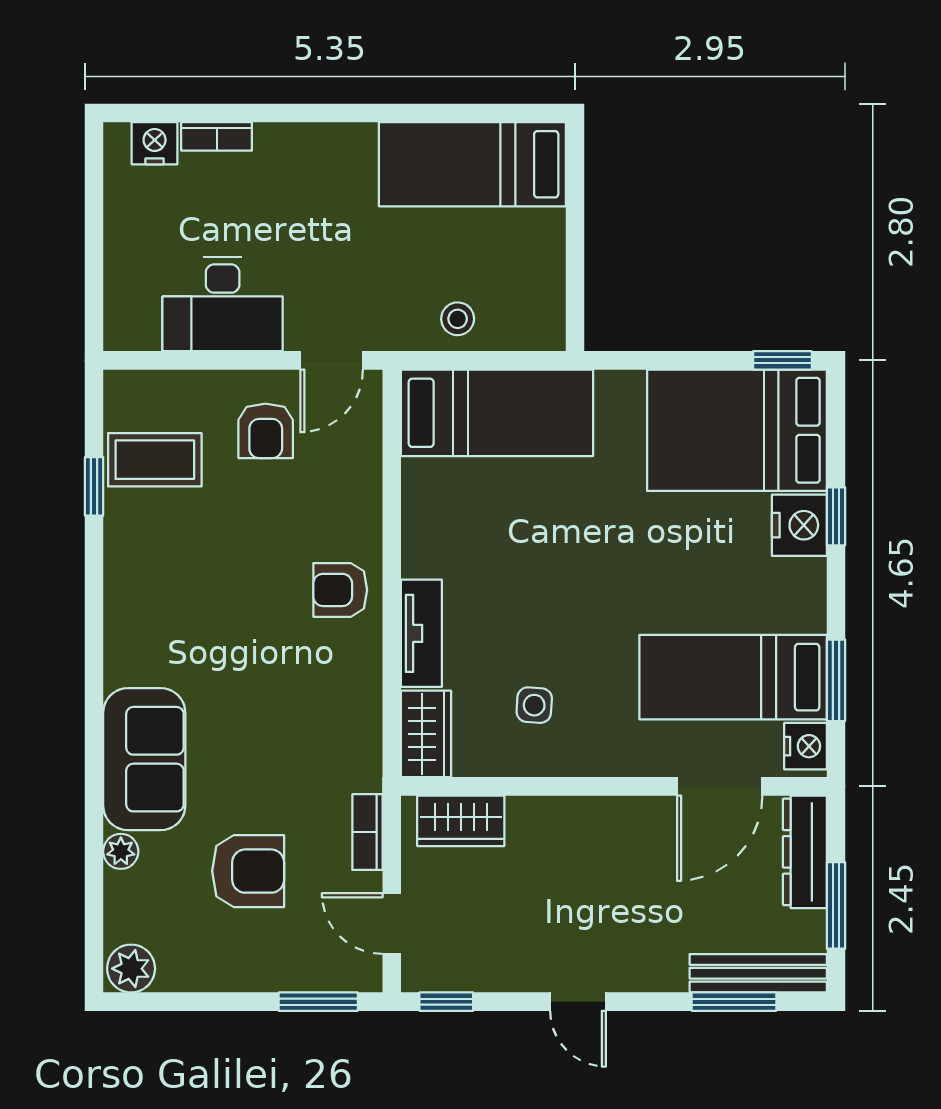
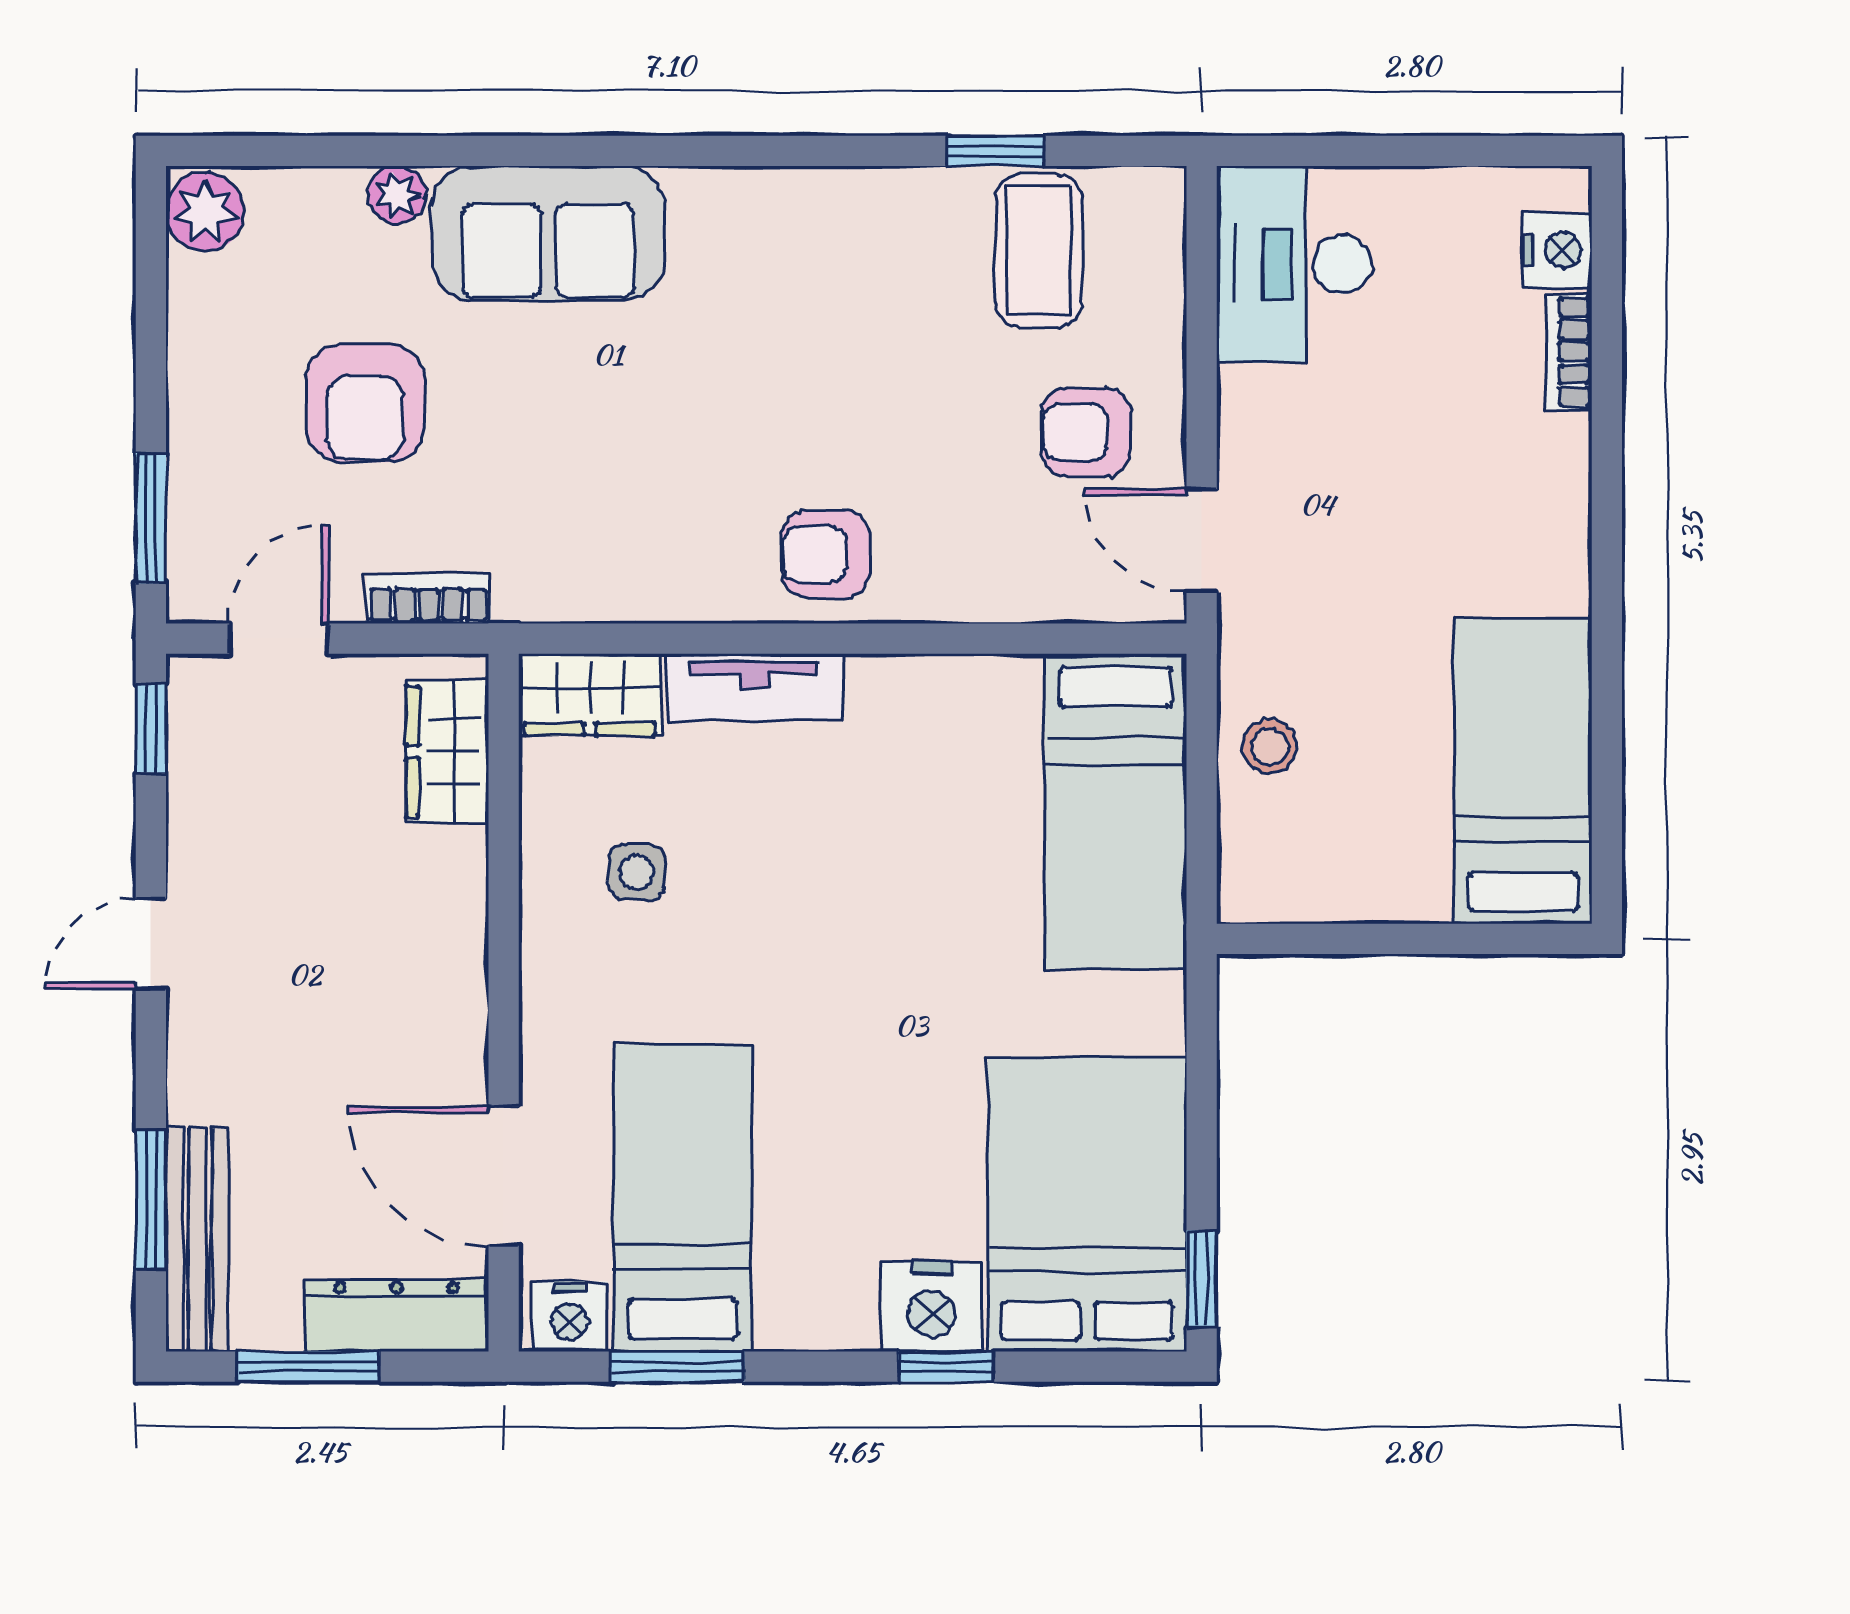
desk: (223, 304) -> (1294, 264), moved
armchair: (340, 590) -> (826, 554), turned -90

